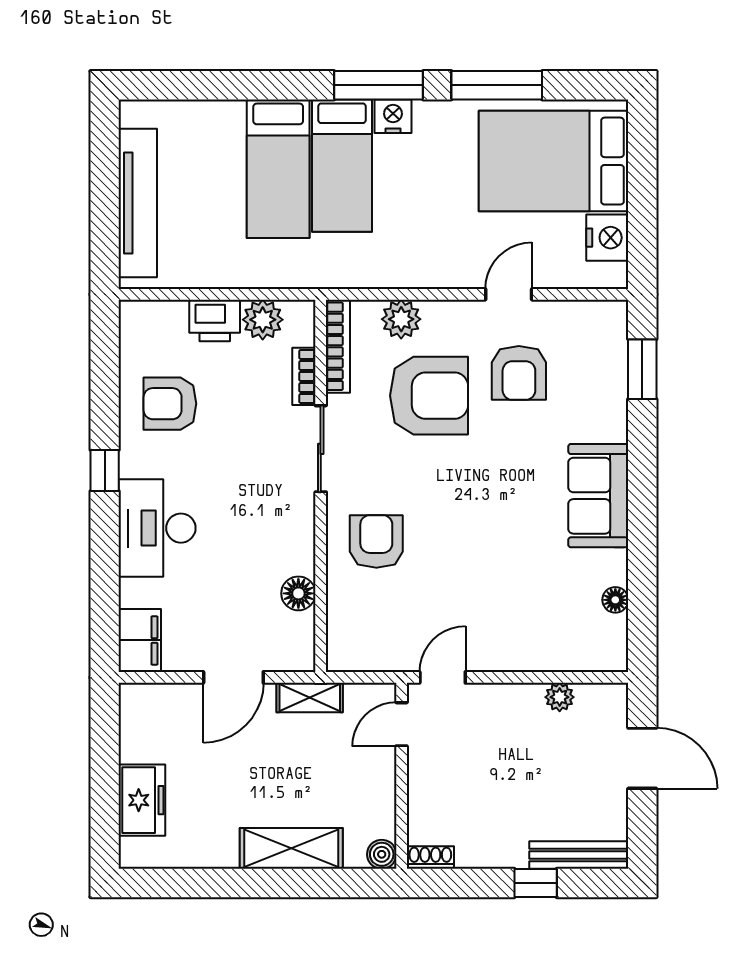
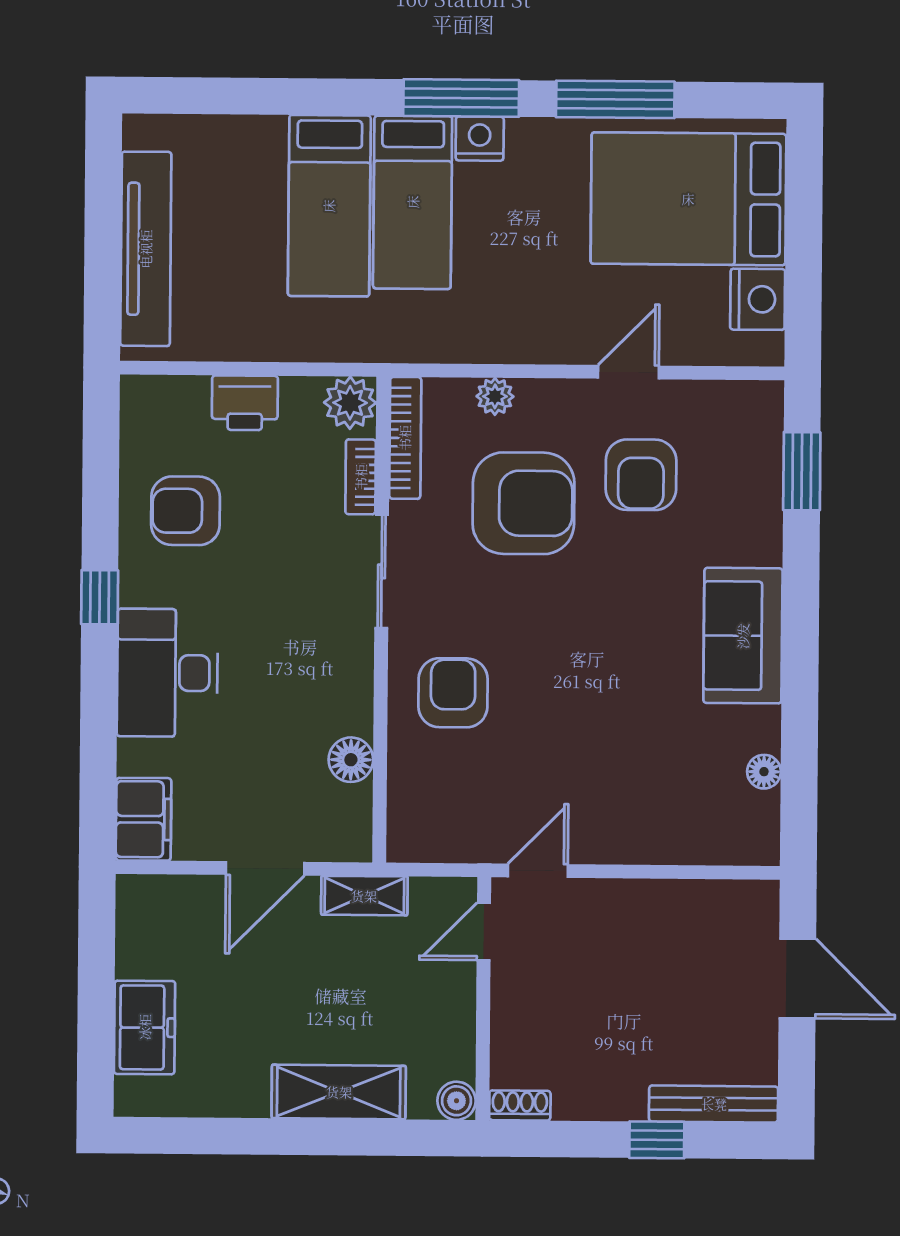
plant: (401, 319) -> (495, 396), width x0.73, depth x0.73
plant: (263, 320) -> (350, 403), moved
plant: (560, 697) -> (690, 898), removed

